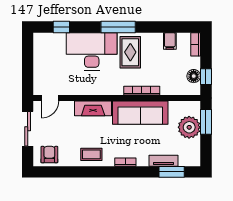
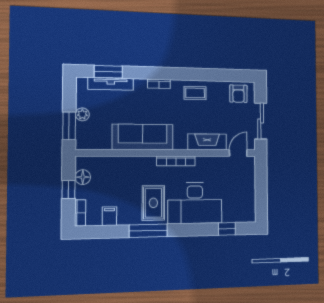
window: (118, 27) -> (148, 231), moved
window: (206, 77) -> (69, 189), moved
bookcase: (142, 91) -> (176, 161), moved
fireplace: (93, 108) -> (207, 142), moved
plant: (189, 127) -> (82, 114), width x0.53, depth x0.53
tv unit: (163, 161) -> (111, 84), width x1.41

